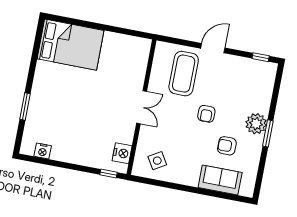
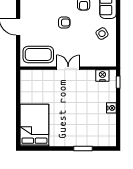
coffee table: (184, 74) -> (38, 54), moved
nightstand: (43, 151) -> (111, 108), moved
side table: (157, 161) -> (102, 34), moved

